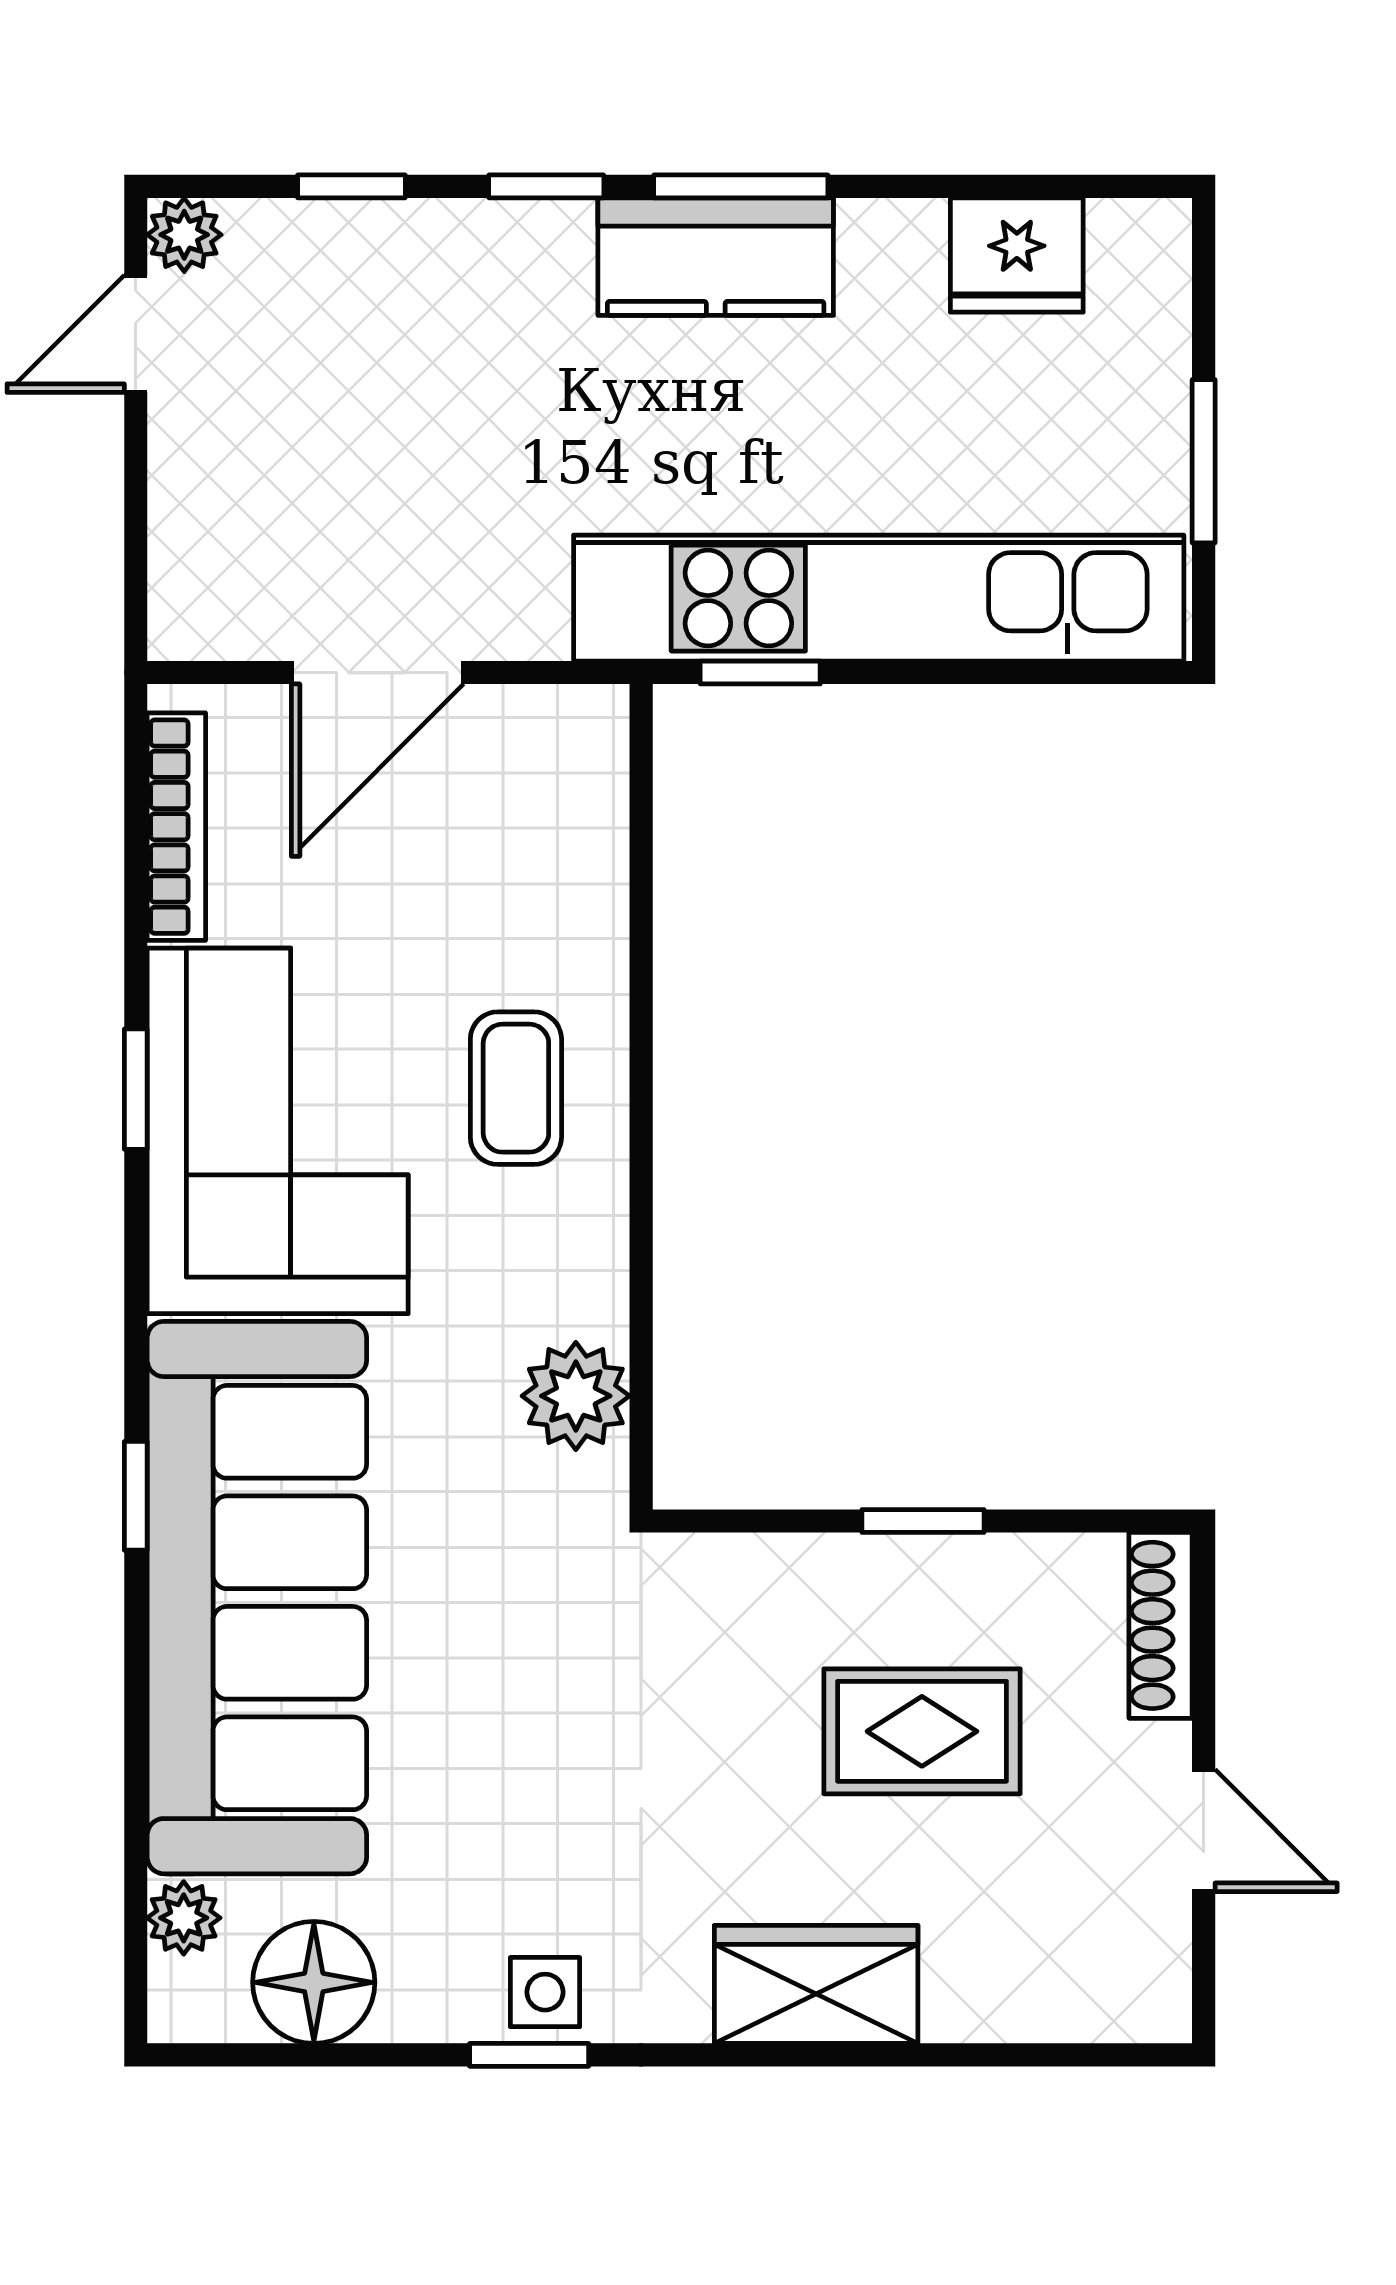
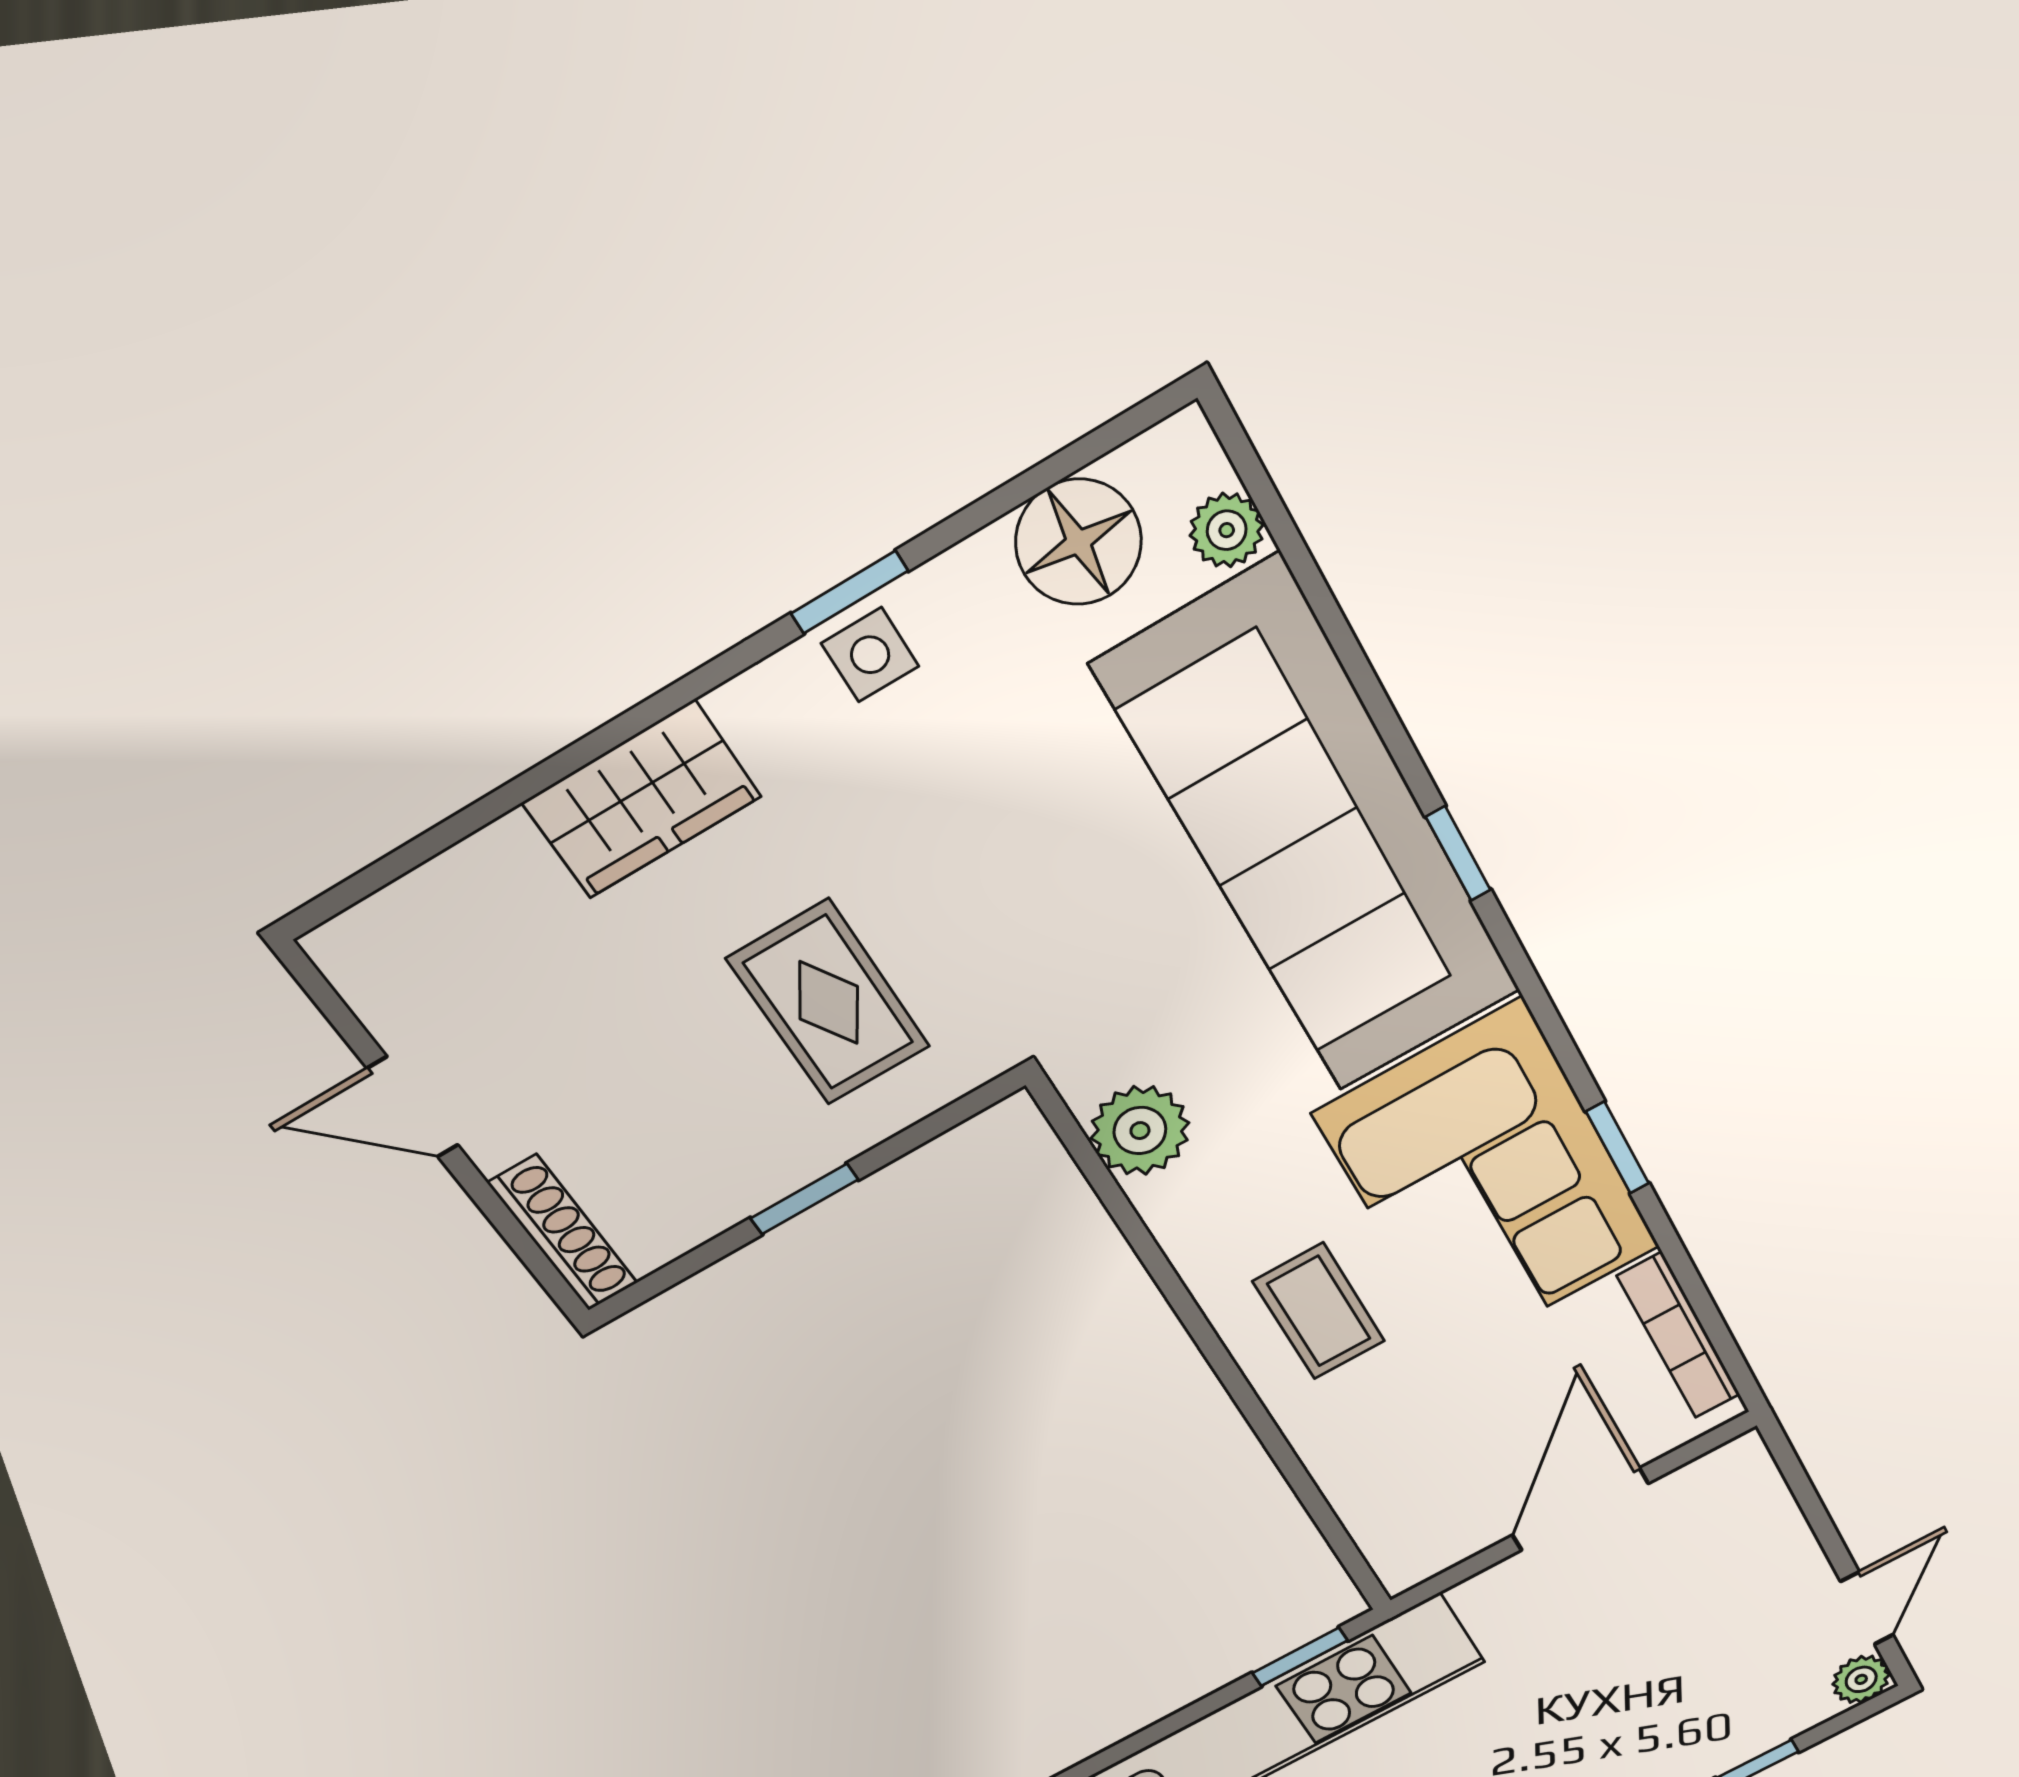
rug: (922, 1731) -> (829, 1003), moved, turned 90

